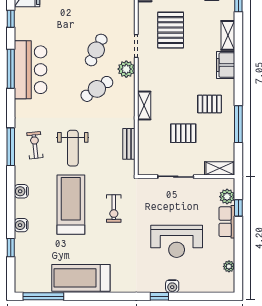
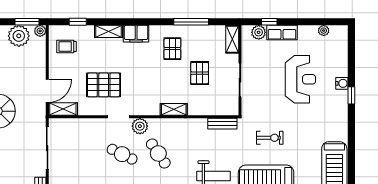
bench: (129, 144) -> (222, 124), moved

